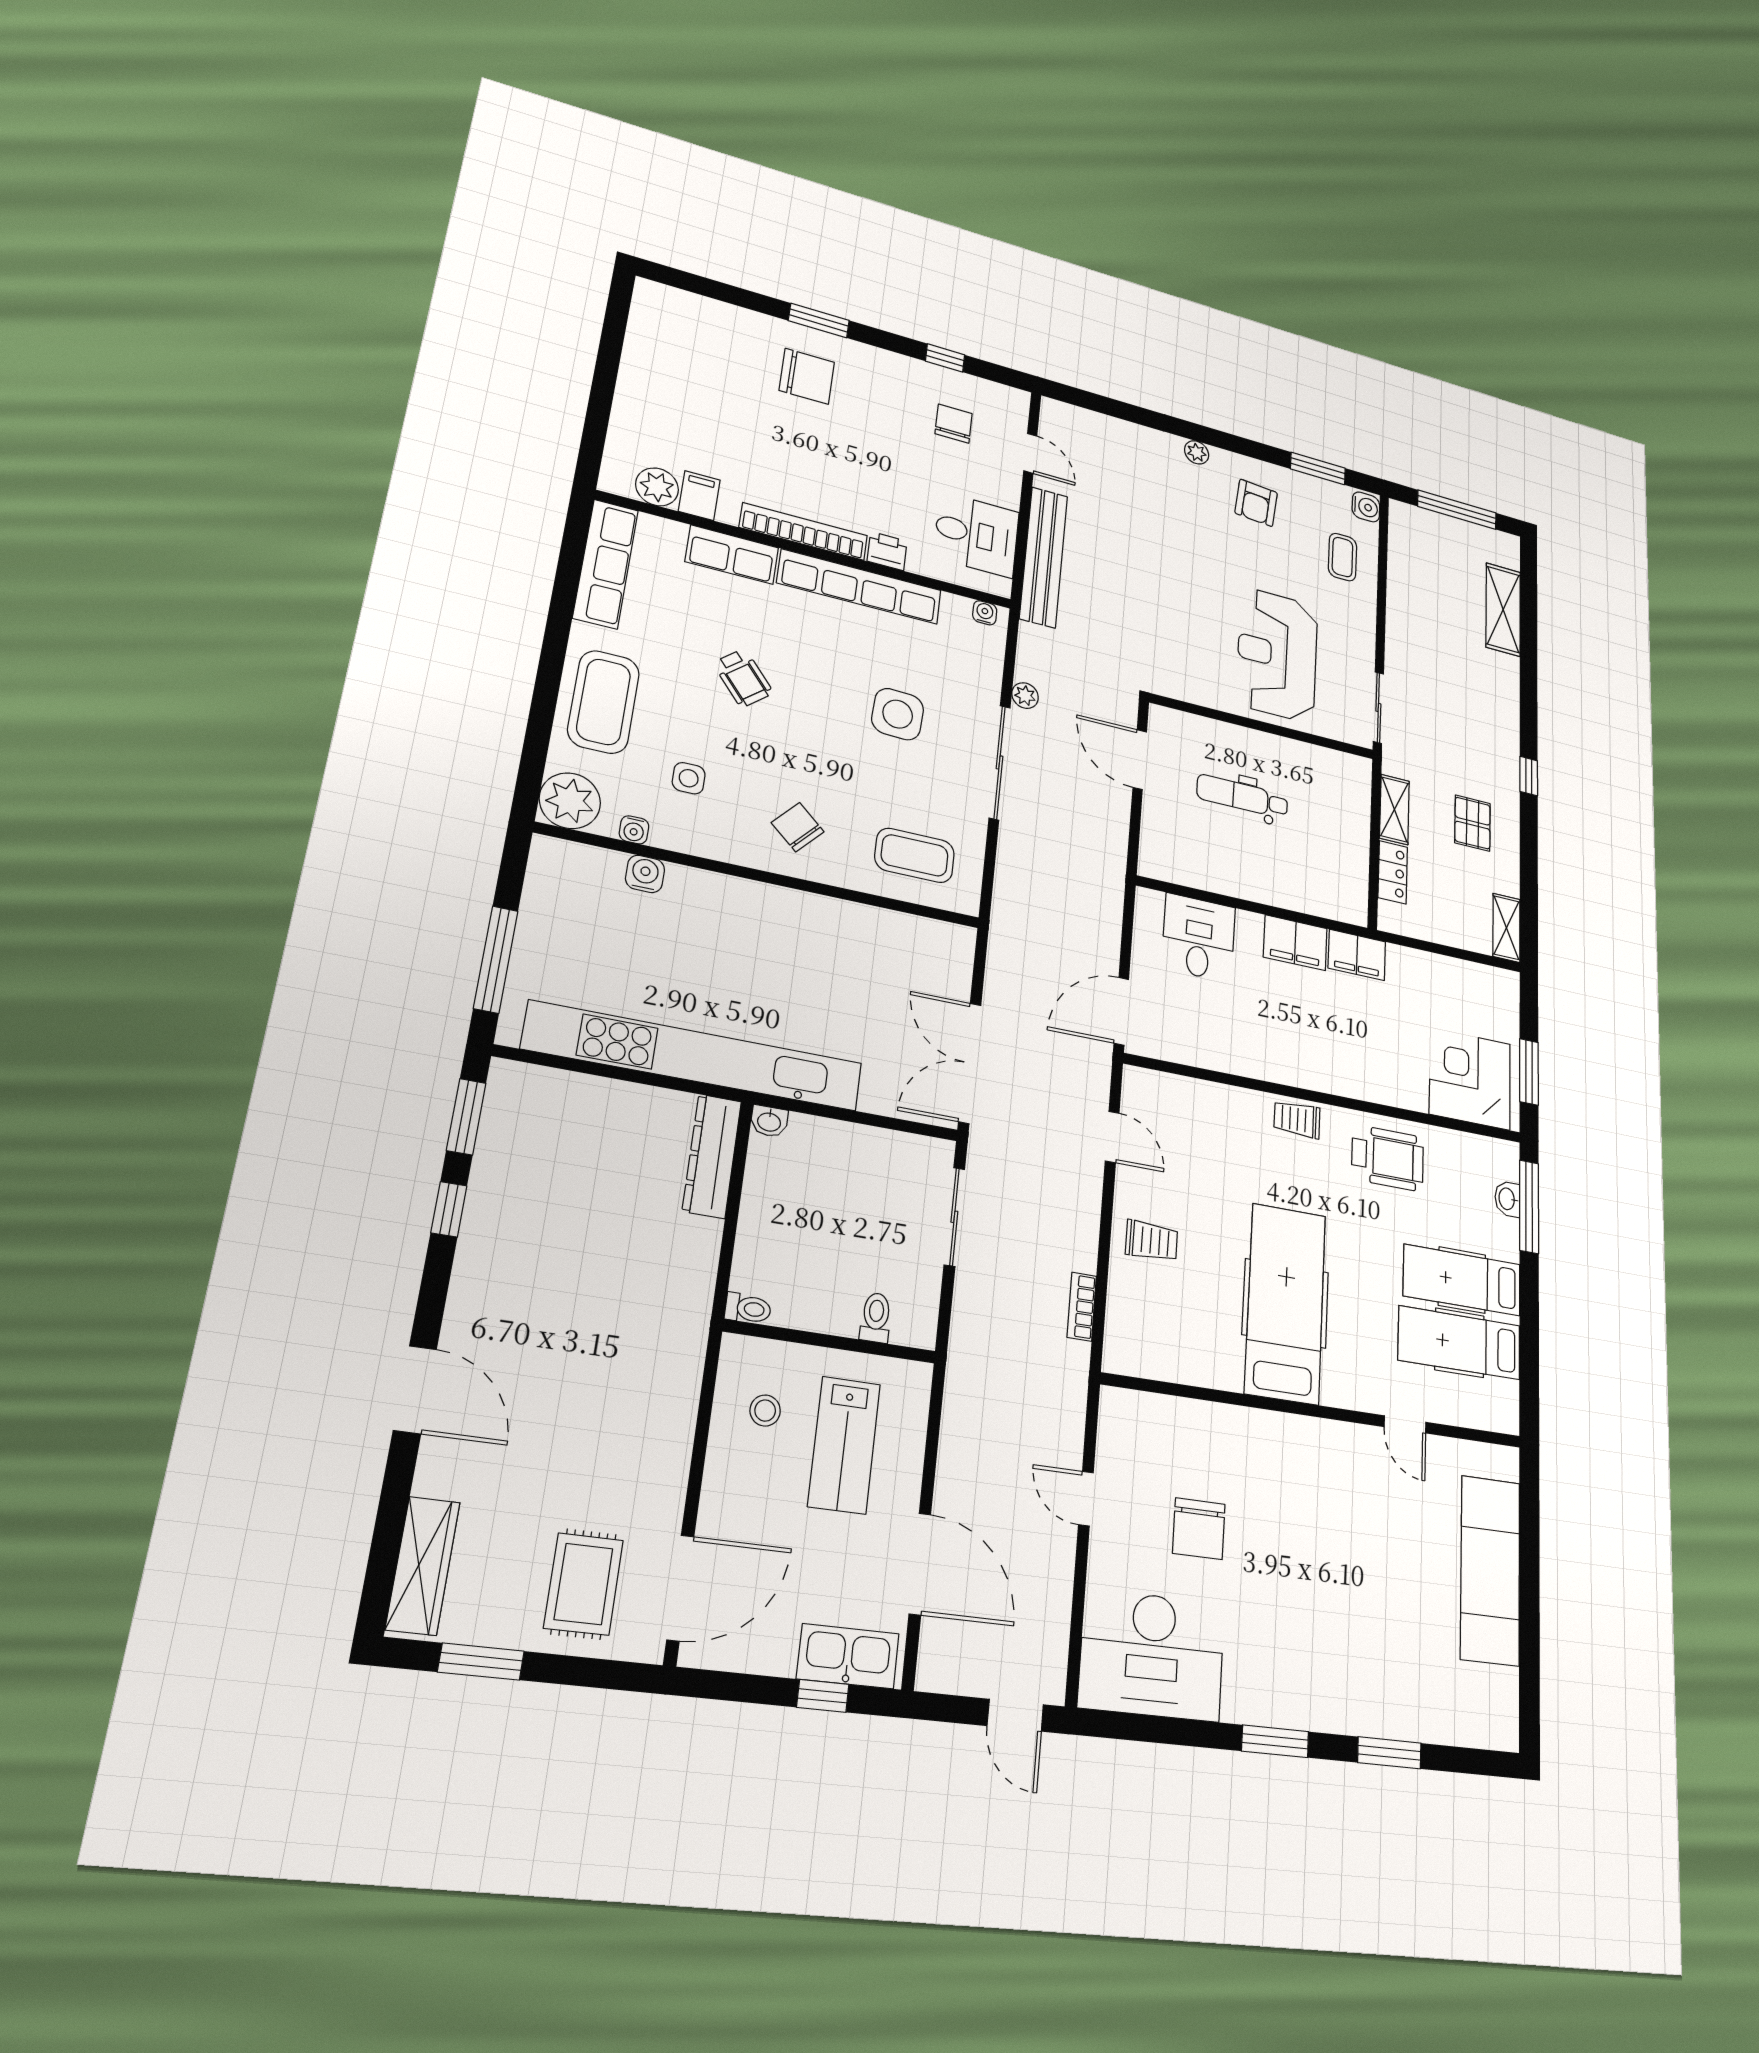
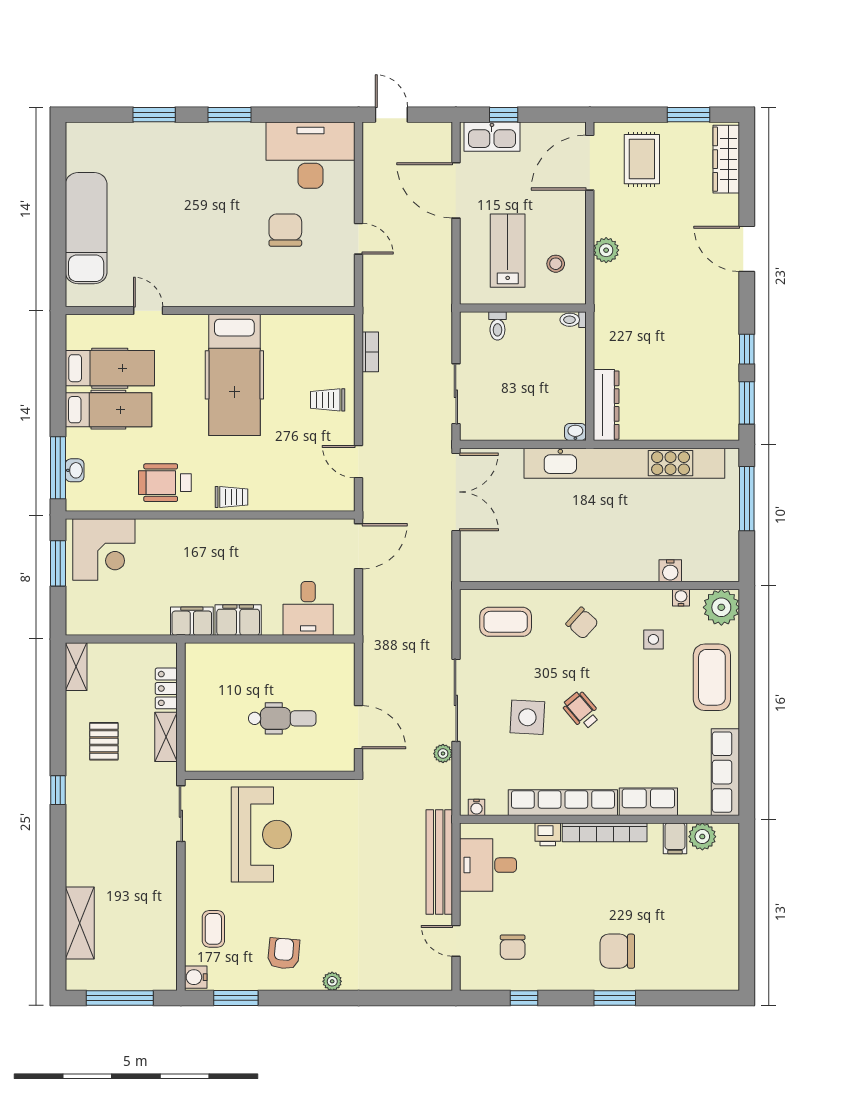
wheelchair: (743, 678) -> (582, 710), moved
plant: (674, 1422) -> (606, 250), added

